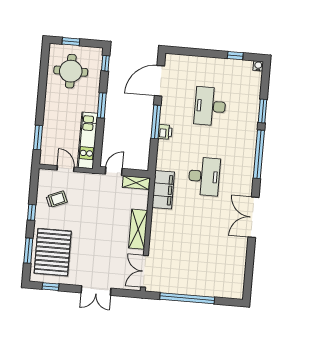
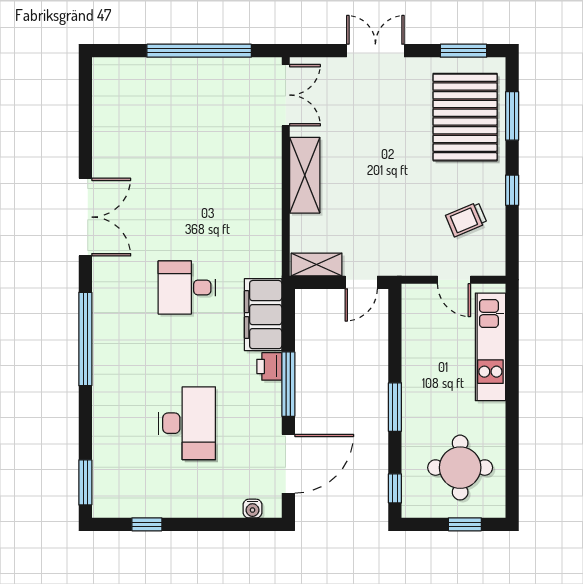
water cooler: (258, 66) -> (252, 509), moved
window: (263, 111) -> (85, 482), moved
window: (38, 137) -> (512, 335), removed
kitchen unit: (87, 140) -> (490, 347), moved, turned 180
desk: (204, 176) -> (187, 288), width x0.73
filing cabinet: (163, 190) -> (263, 315), moved
window: (51, 287) -> (464, 51), width x1.50

